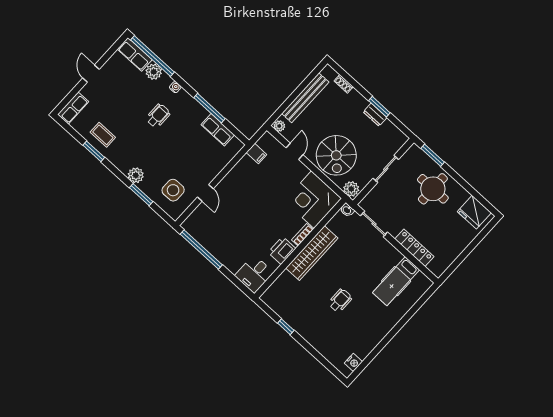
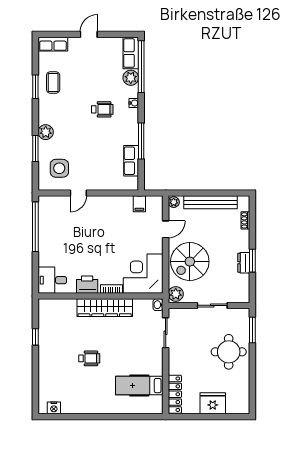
fridge: (474, 212) -> (213, 403), moved, turned 90
locker: (414, 248) -> (175, 394), moved

